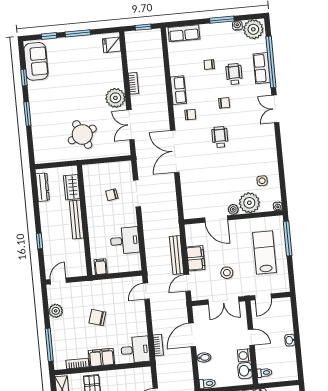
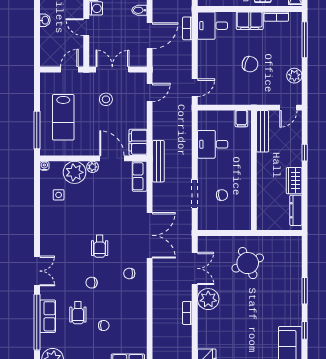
row of seats: (178, 90) -> (140, 176), moved
wardrobe: (72, 187) -> (294, 181), moved, turned 180
bench: (76, 219) -> (263, 131), moved
bench: (177, 255) -> (158, 161), moved
filing cabinet: (196, 258) -> (138, 142), moved

